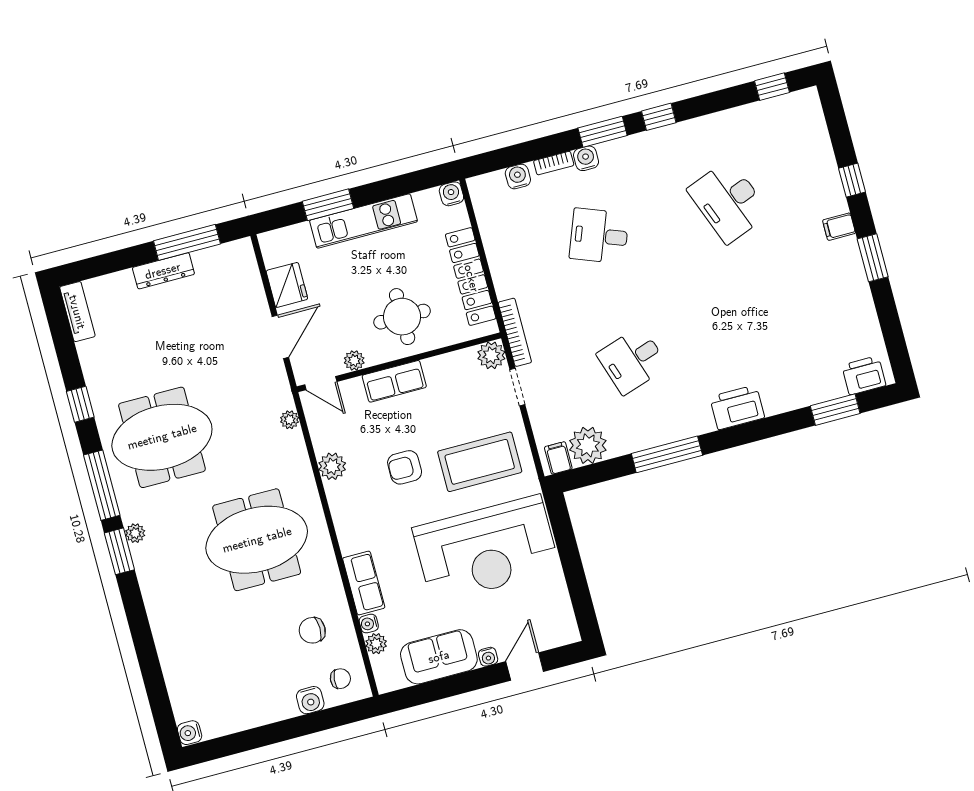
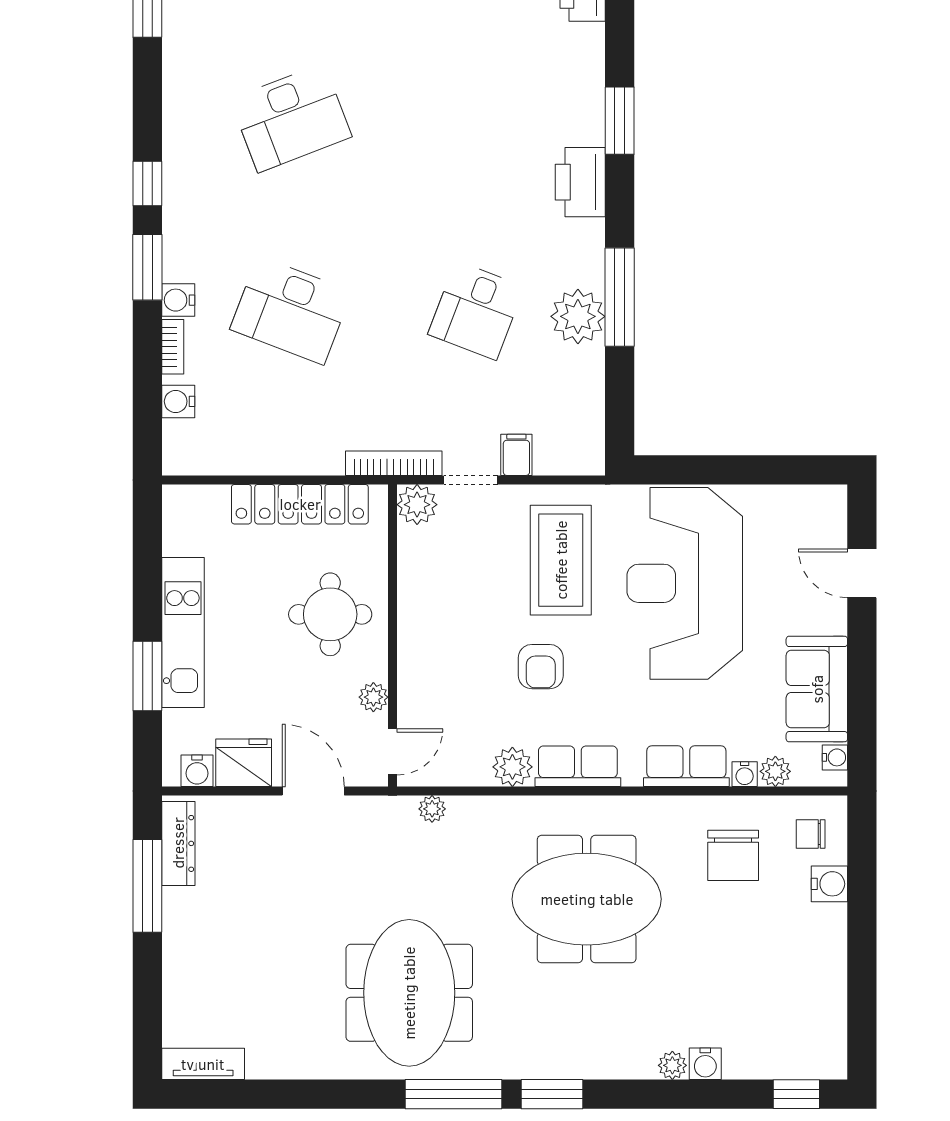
water cooler: (451, 194) -> (197, 771), moved, turned -90
desk: (599, 236) -> (291, 310), width x1.37
dresser: (163, 271) -> (178, 843), moved
desk: (632, 360) -> (476, 310), turned 39
row of seats: (394, 381) -> (578, 766), moved, turned -90
window: (80, 404) -> (796, 1094), moved
window: (835, 410) -> (620, 121), moved
plant: (588, 445) -> (578, 316), moved
filing cabinet: (558, 458) -> (516, 455), moved, turned 90
plant: (135, 533) -> (672, 1065), moved
meeting table: (257, 540) -> (587, 899), turned 90
reception desk: (486, 549) -> (685, 583), turned 180
chair: (312, 630) -> (733, 855), width x1.37, depth x1.37
water cooler: (488, 657) -> (835, 757), moved
chair: (340, 679) -> (811, 834), turned -96
water cooler: (190, 733) -> (705, 1064), moved

